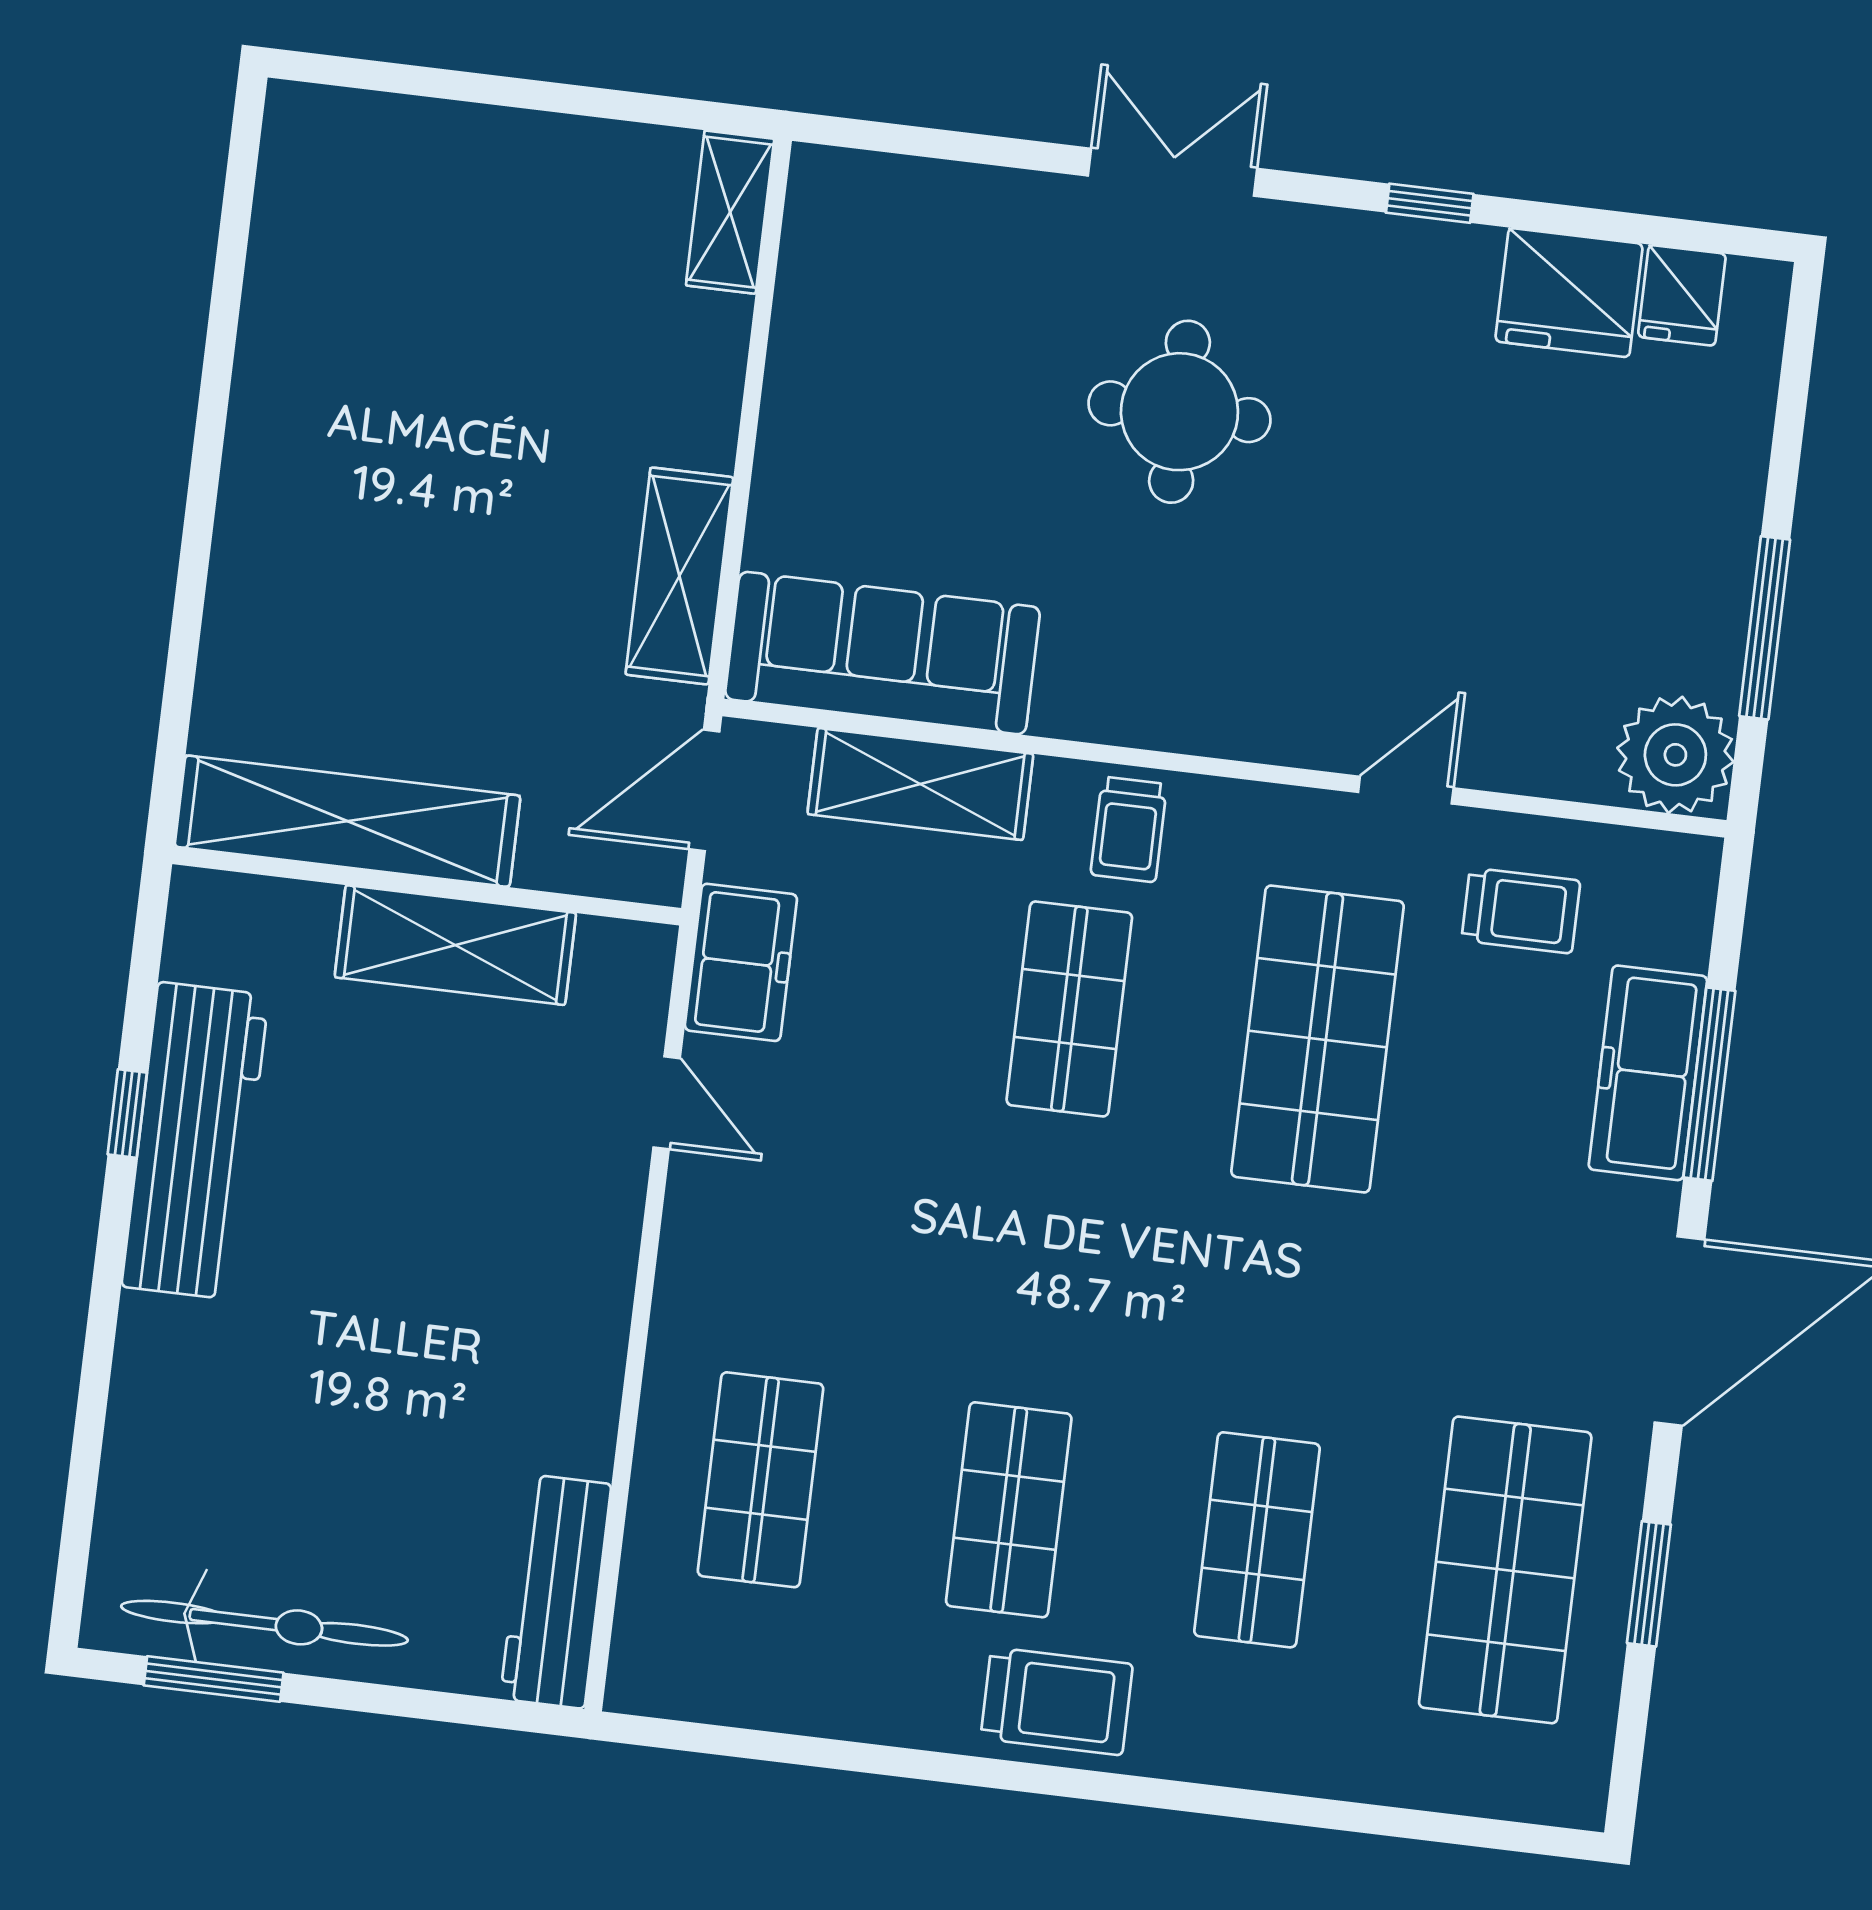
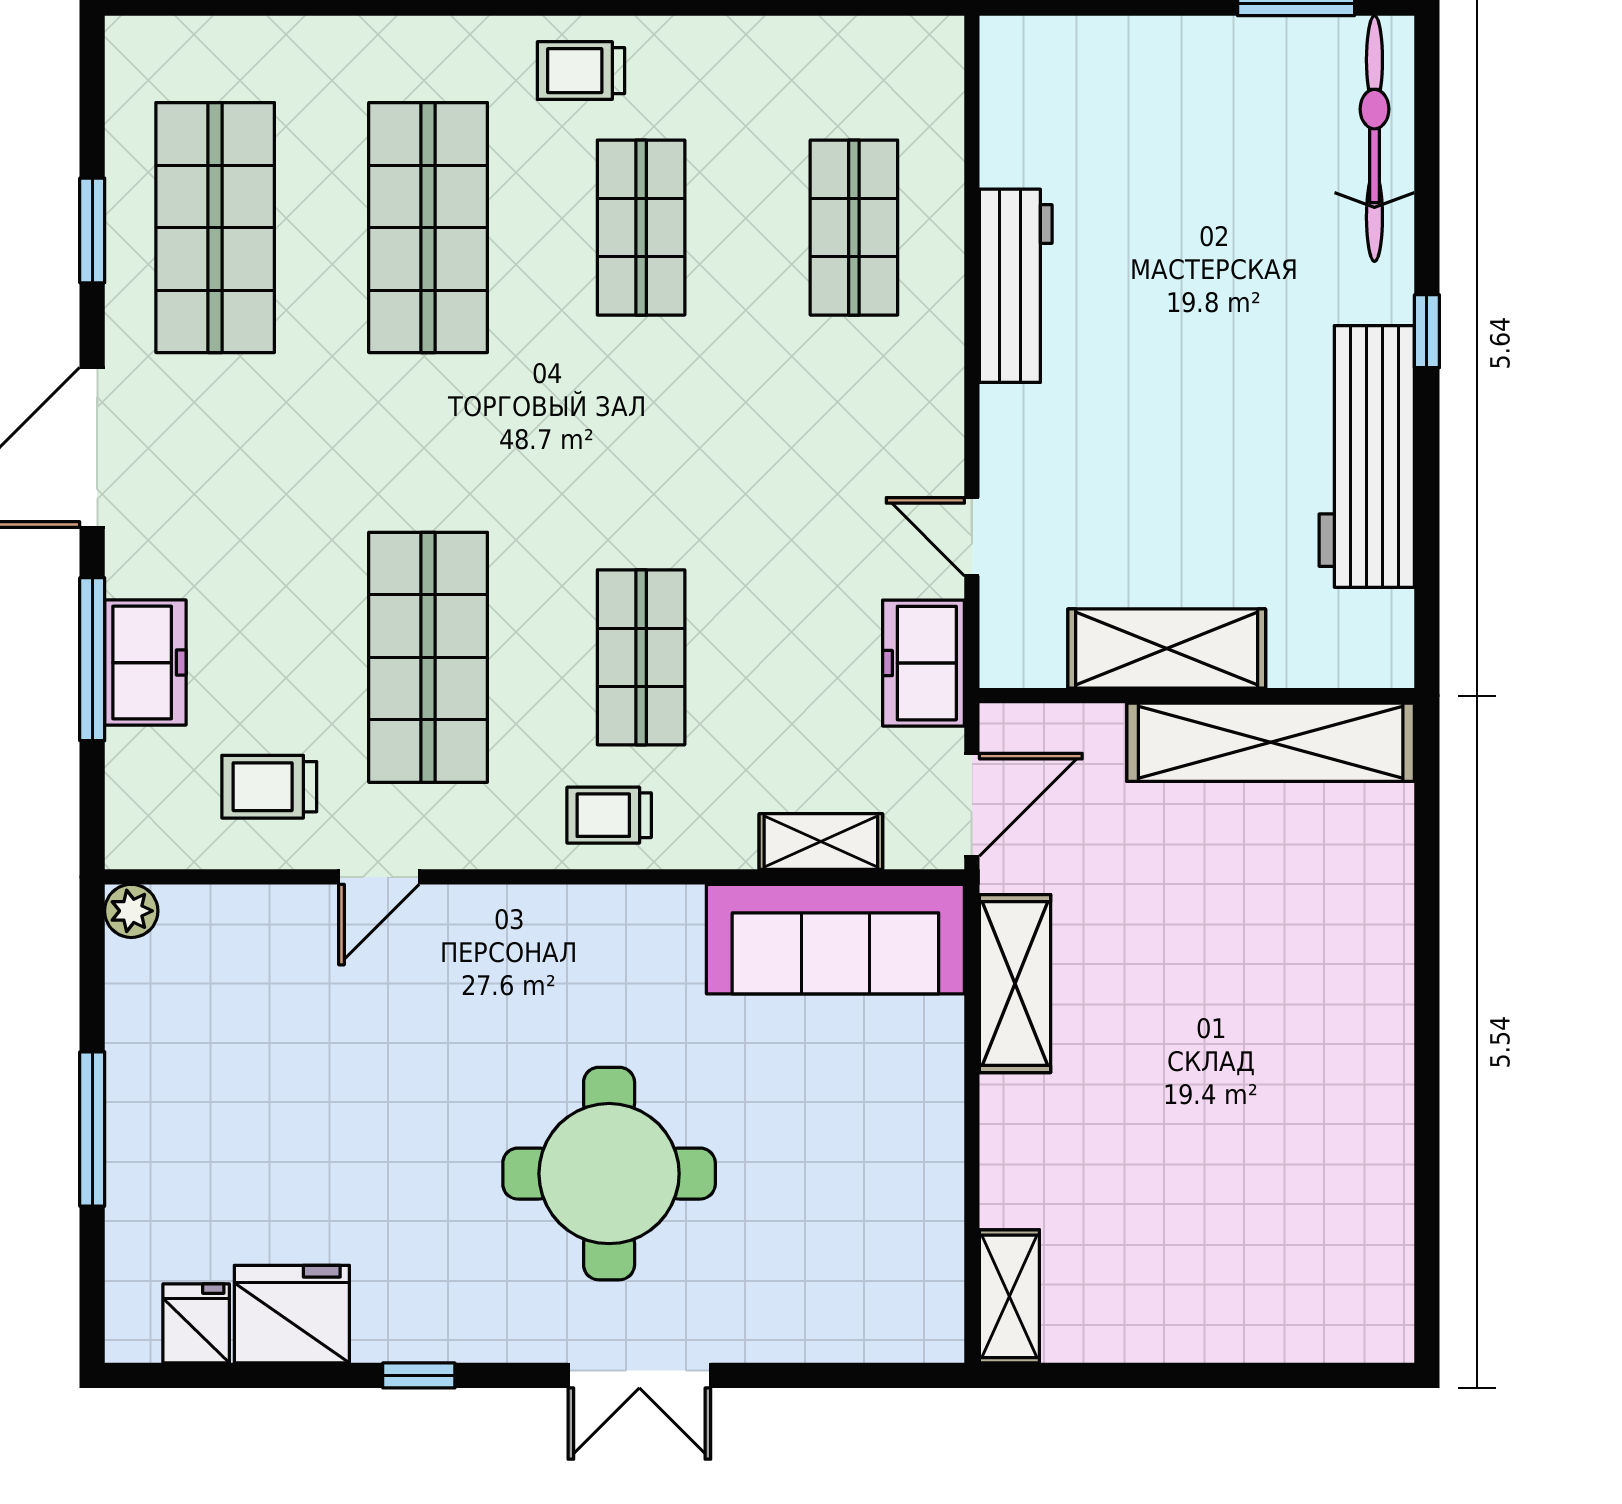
round table: (1179, 412) -> (609, 1174), width x1.36, depth x1.36
window: (1765, 628) -> (92, 1129), moved
plant: (1675, 755) -> (131, 911), width x0.53, depth x0.53
shelving: (920, 784) -> (821, 841), width x0.67, depth x0.75
trolley: (1129, 829) -> (609, 815), turned -90
freezer: (1648, 1073) -> (145, 663), width x0.71
window: (127, 1114) -> (1427, 331), moved
shop shelf: (1257, 1540) -> (428, 228), width x1.43, depth x1.36
workbench: (556, 1591) -> (1016, 286), moved
bicycle: (265, 1623) -> (1374, 139), moved, turned 90
trolley: (1057, 1701) -> (581, 71), width x0.73, depth x0.72

